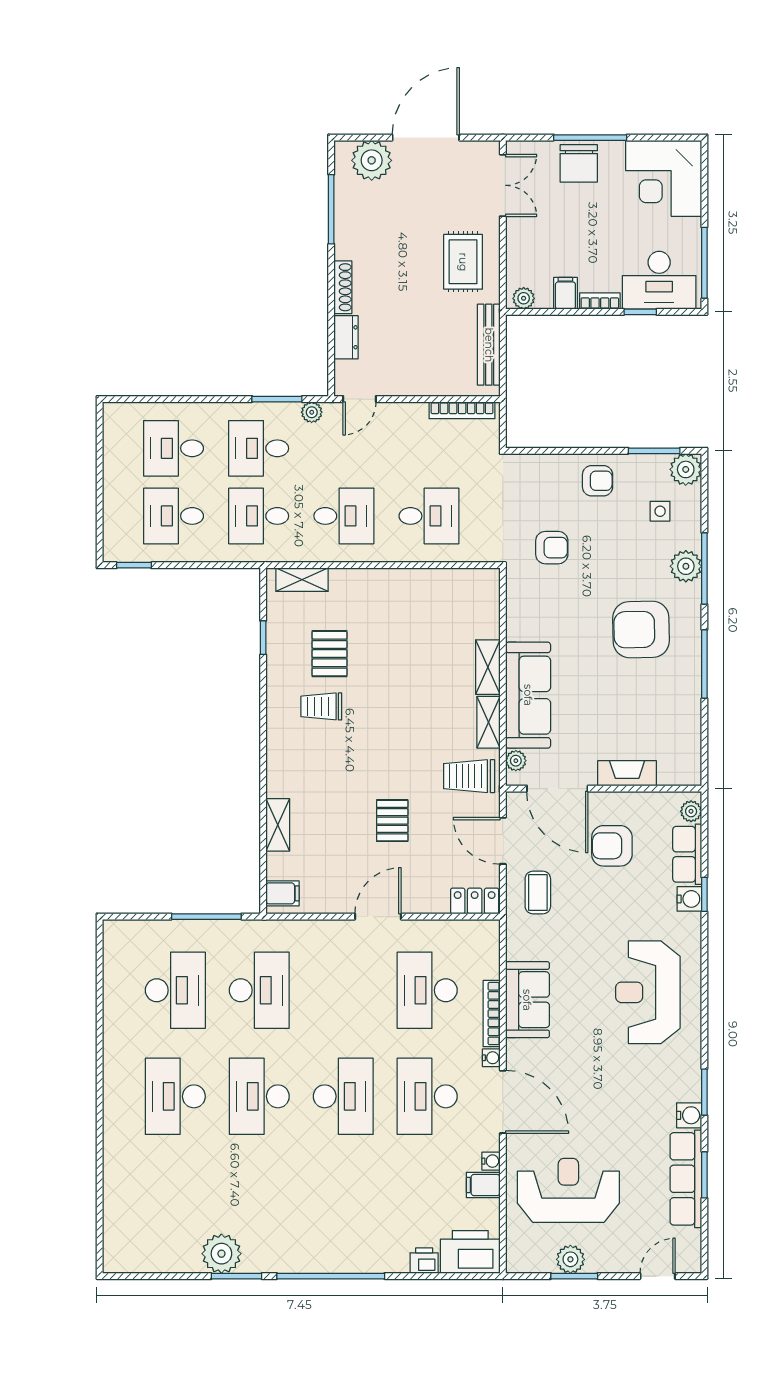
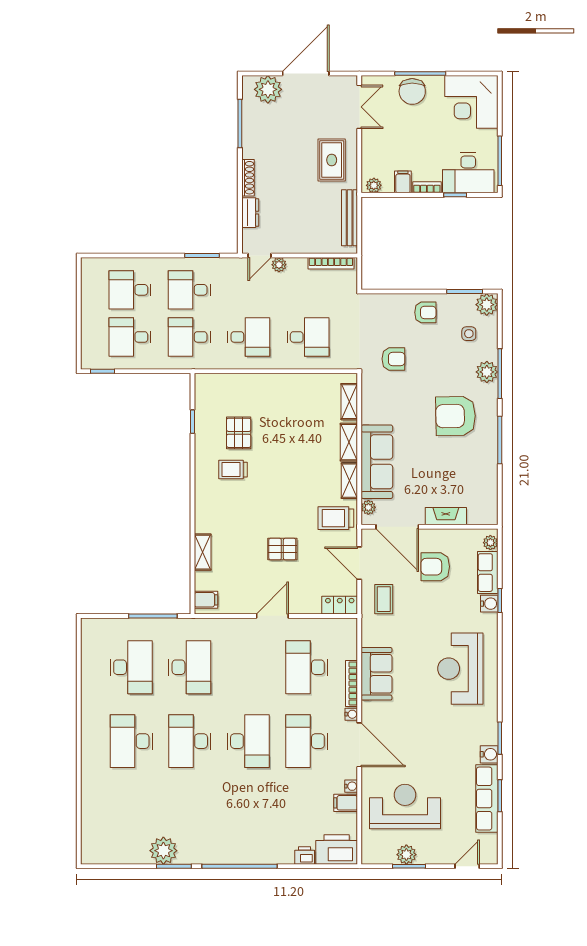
plant: (312, 412) -> (279, 265), moved
shelving: (302, 580) -> (349, 402), moved, turned 90
pallet: (392, 821) -> (282, 549), turned 90

